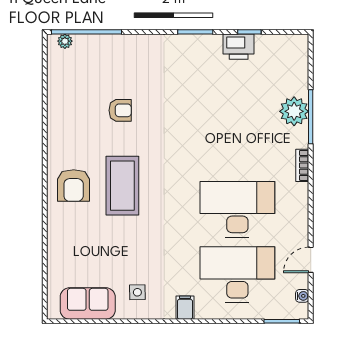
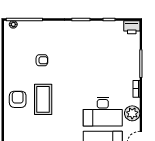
printer: (239, 47) -> (132, 27), moved
plant: (294, 111) -> (132, 113), moved
armchair: (74, 185) -> (18, 99), turned 180
desk: (237, 209) -> (103, 112), turned 180

